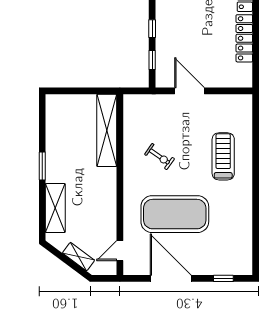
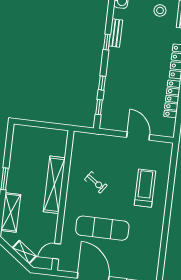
door: (189, 91) -> (138, 136), moved
shelving: (107, 130) -> (54, 185), moved
exercise mat: (175, 214) -> (102, 228), width x0.68

